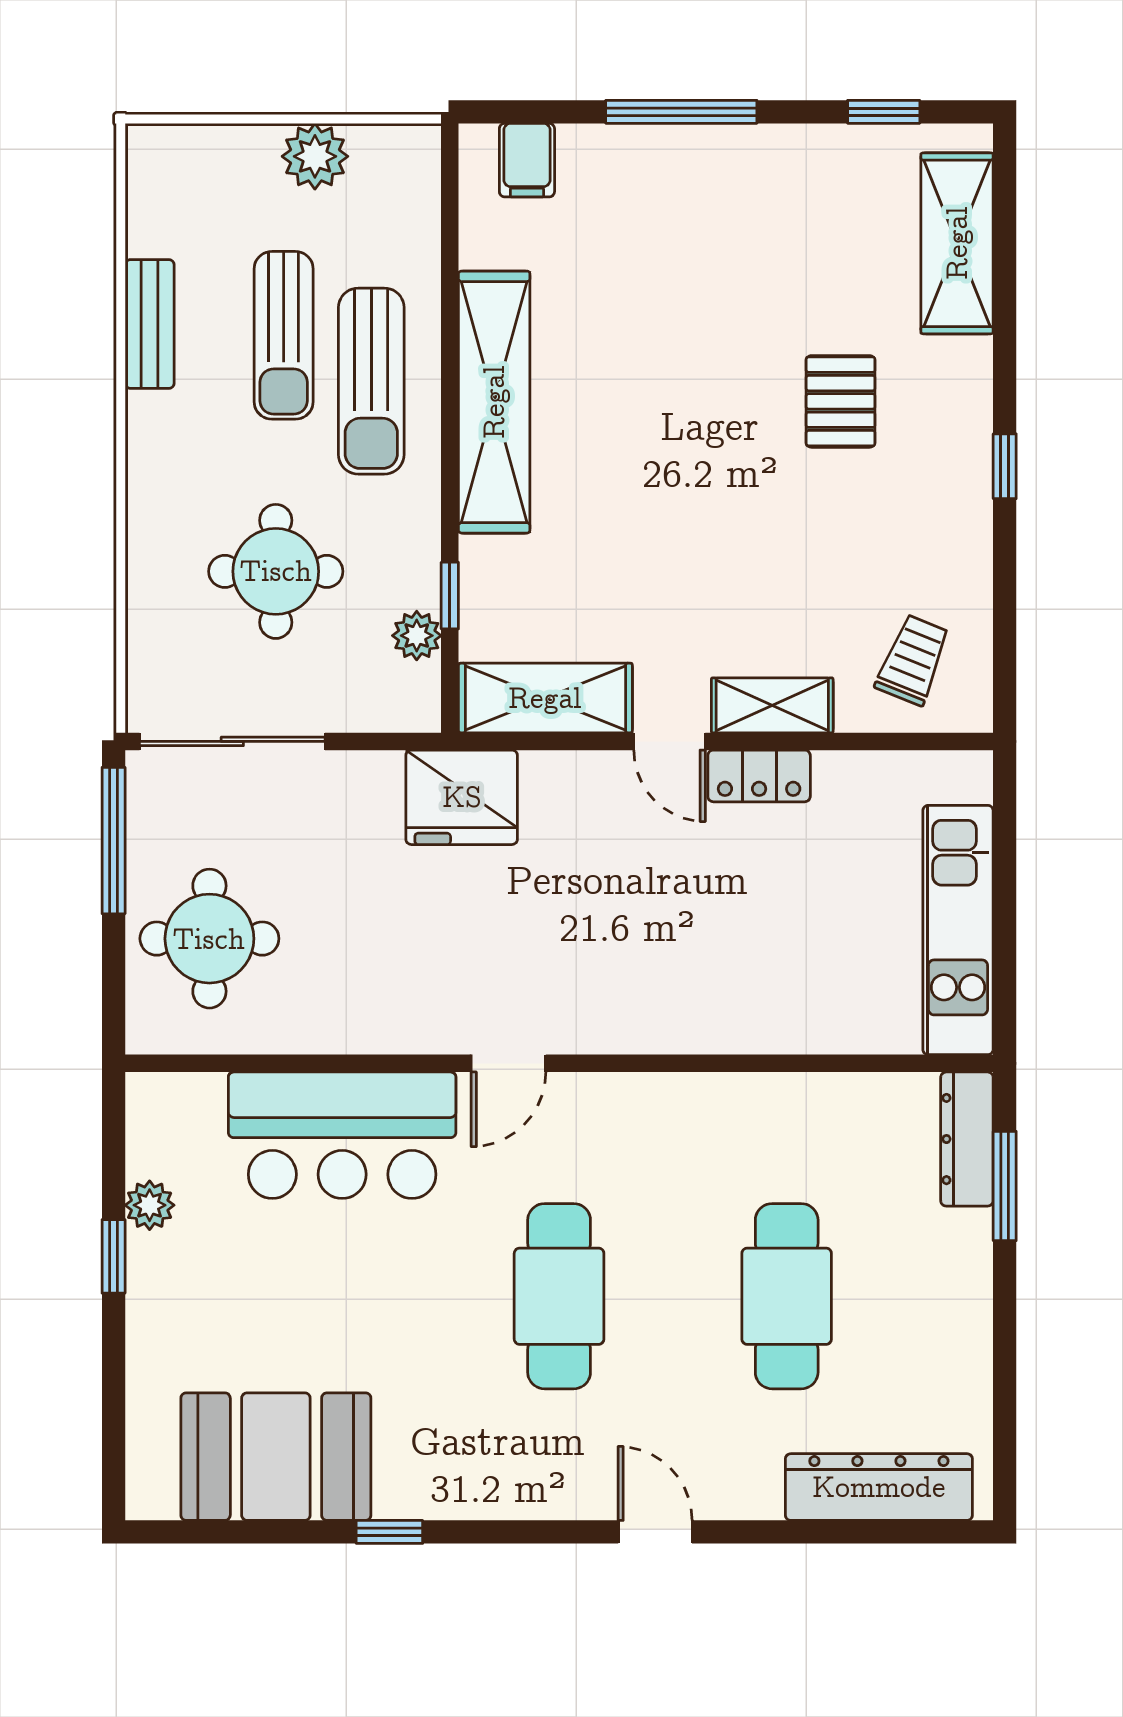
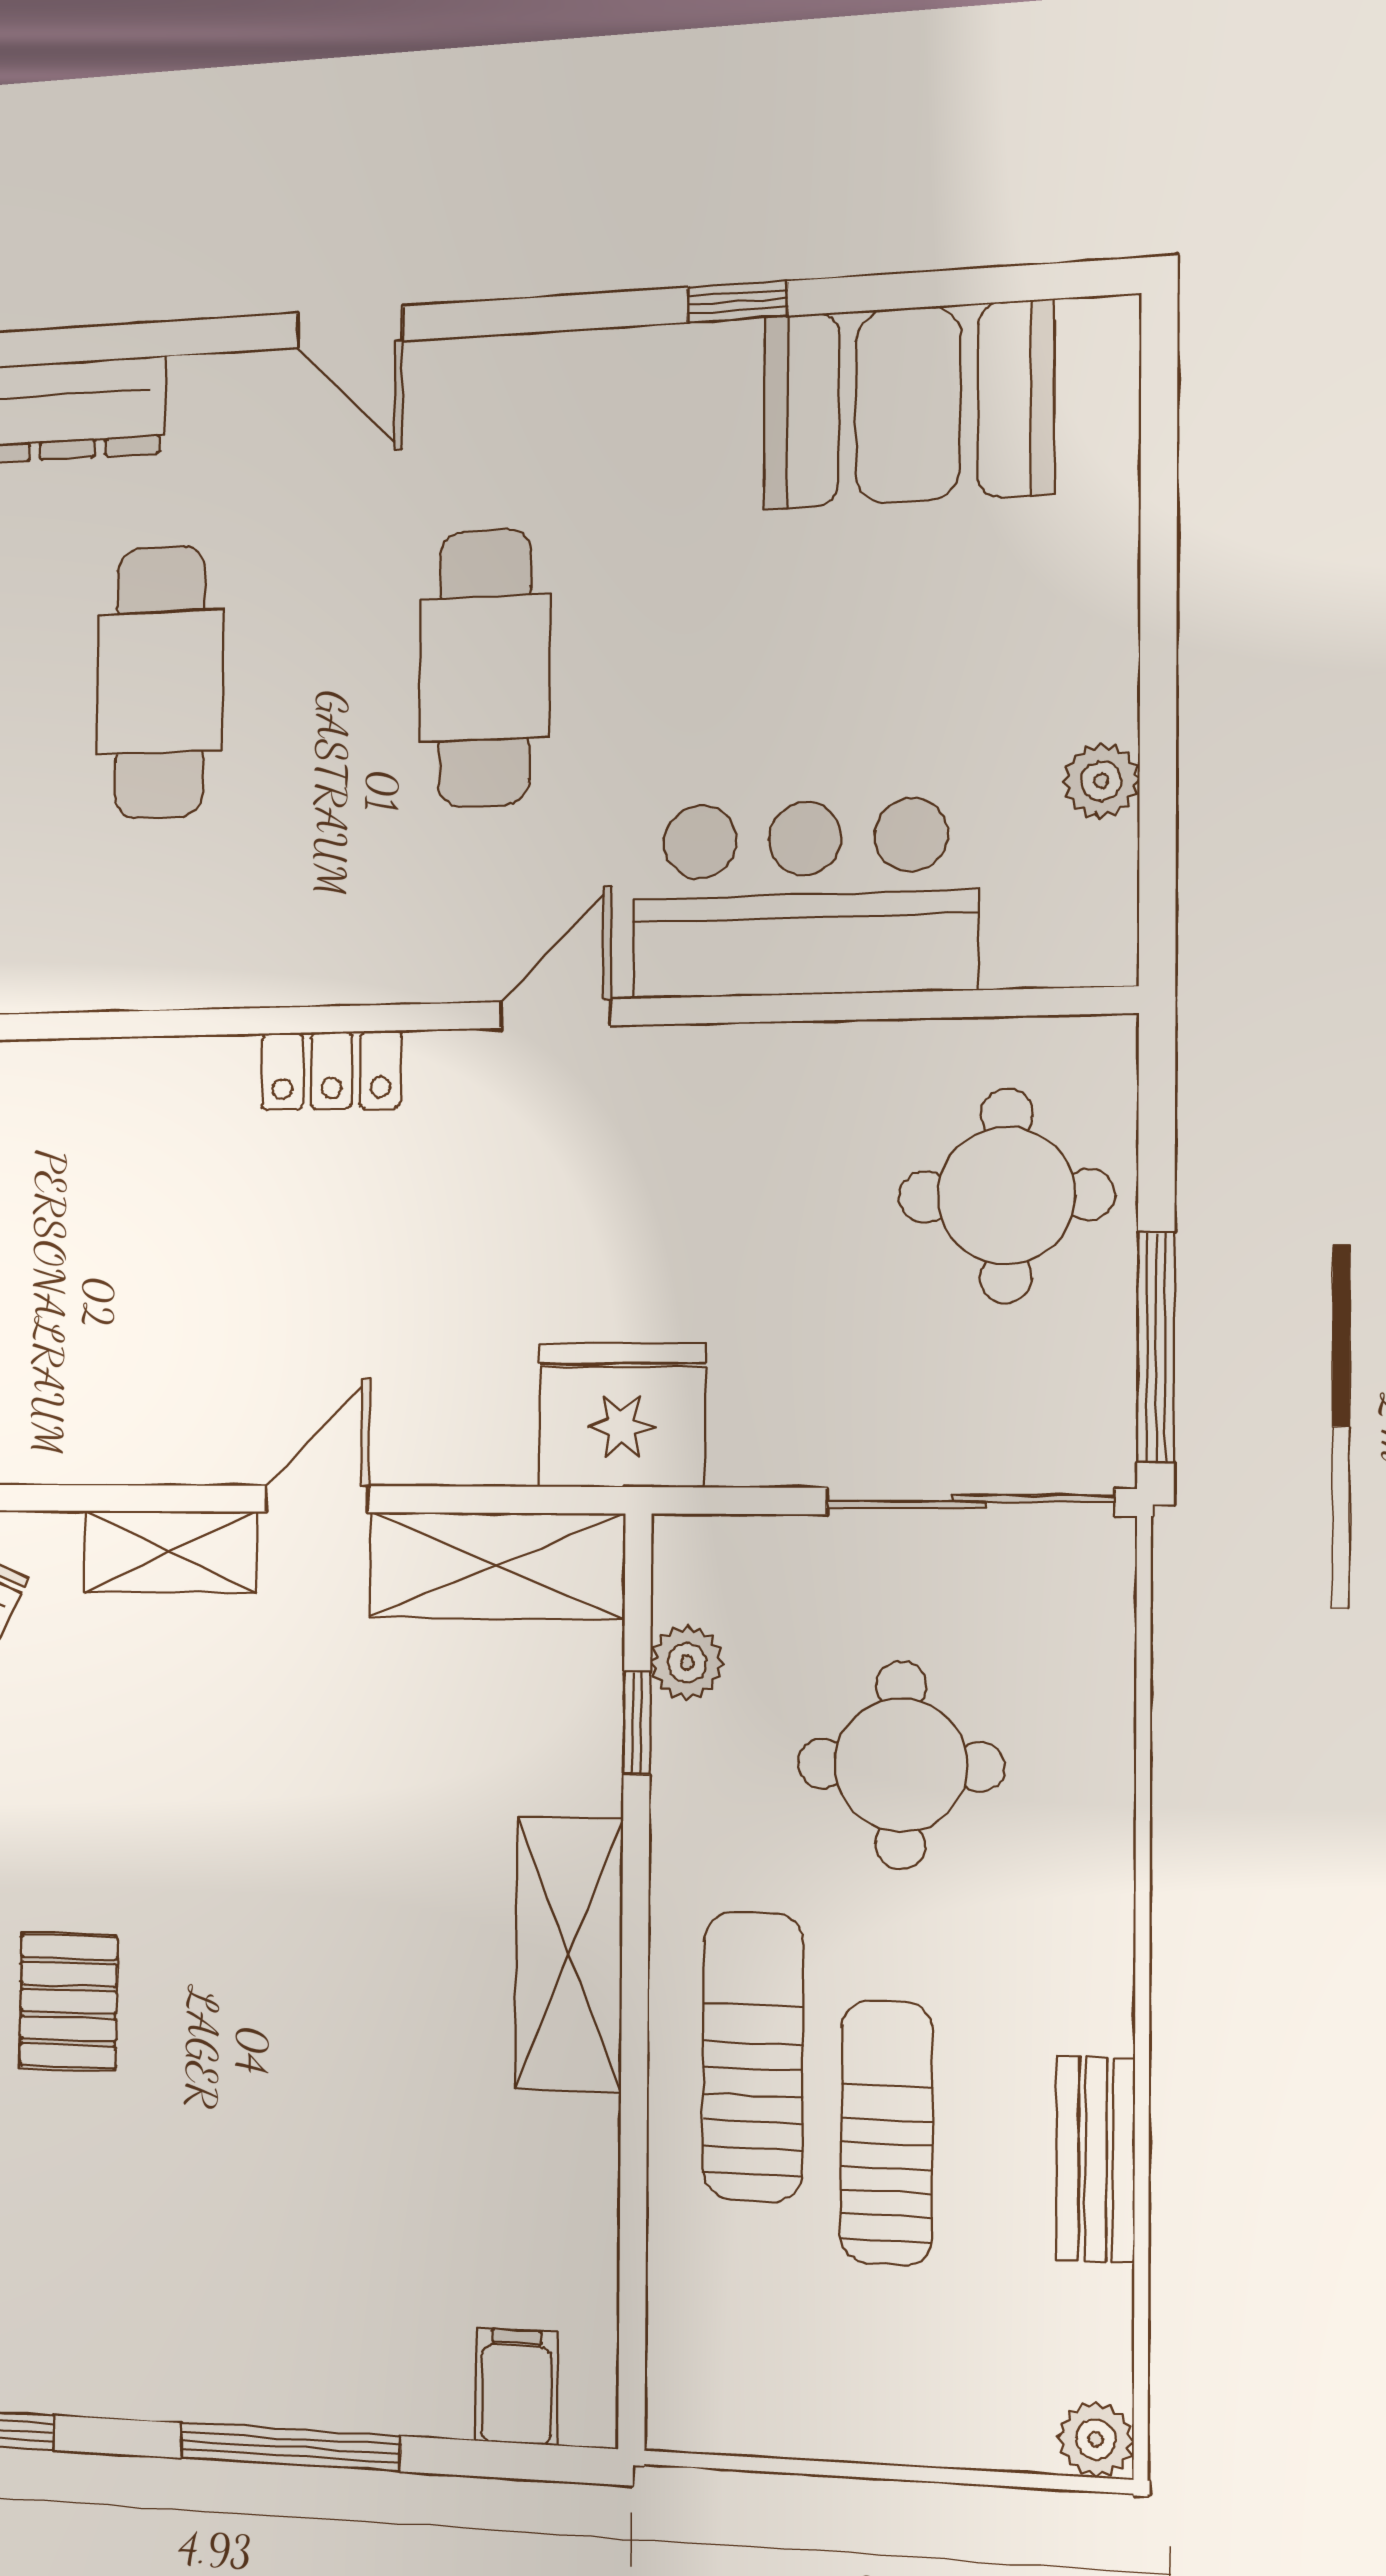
plant: (315, 156) -> (1096, 2439), moved, width x0.73, depth x0.73
shelving: (494, 402) -> (569, 1954), width x0.68
door: (670, 741) -> (317, 1499), hinge flipped
locker: (759, 776) -> (331, 1070), moved, turned 180
window: (114, 1256) -> (1158, 700), removed

